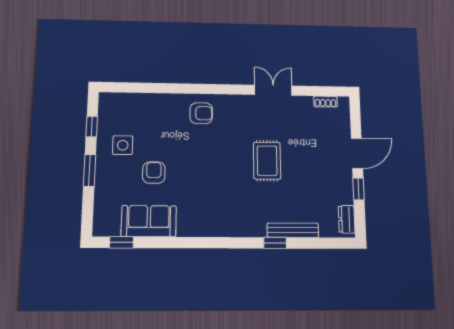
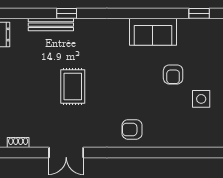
sofa: (149, 221) -> (153, 32), moved

